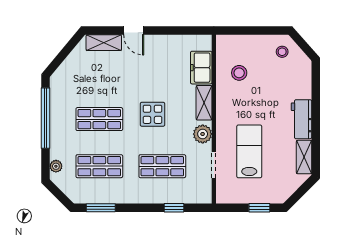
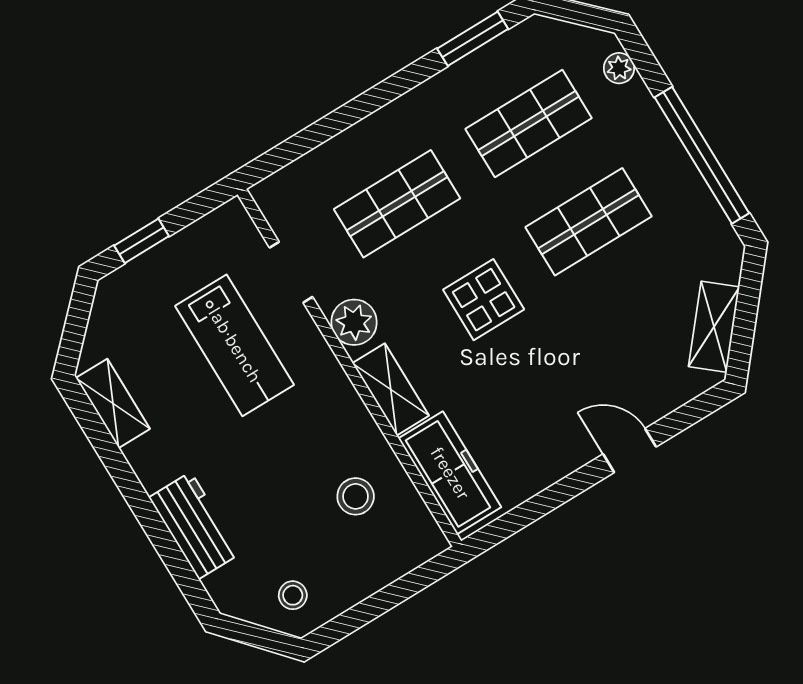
shelving: (104, 43) -> (714, 327), moved, turned -50
freezer: (201, 68) -> (450, 473), width x1.40
workbench: (301, 119) -> (195, 525), moved
window: (174, 208) -> (320, 132), removed

